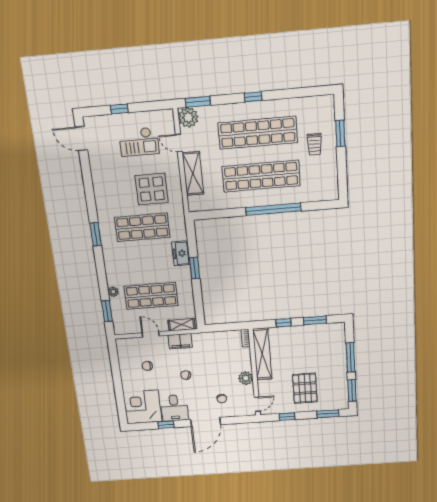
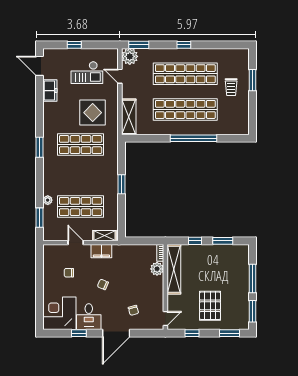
shelving: (193, 174) -> (129, 117), moved
freezer: (181, 253) -> (50, 91), moved, turned 180
plant: (246, 378) -> (157, 269), moved

